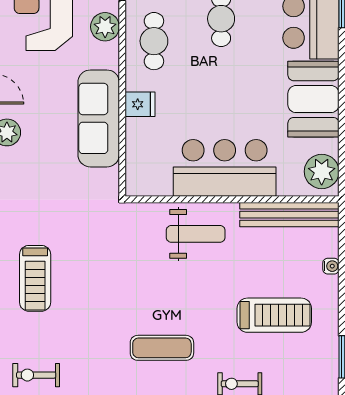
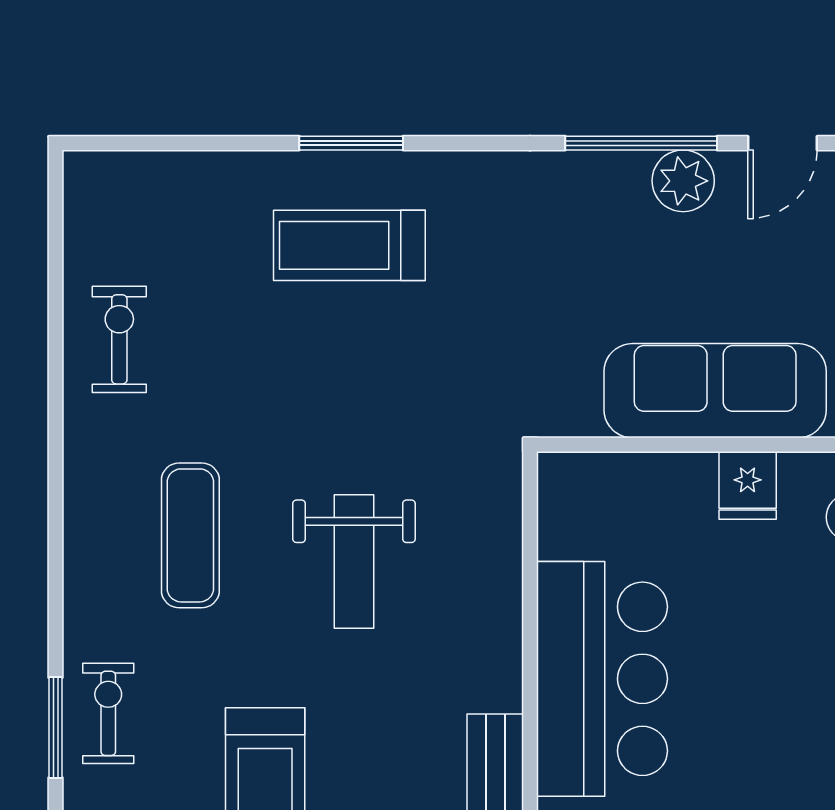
weight bench: (196, 234) -> (354, 561), moved
exercise bike: (36, 375) -> (119, 339), moved

